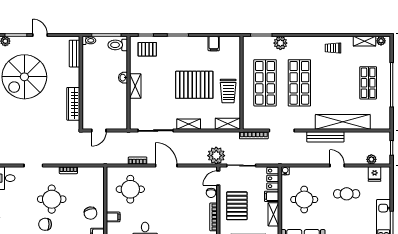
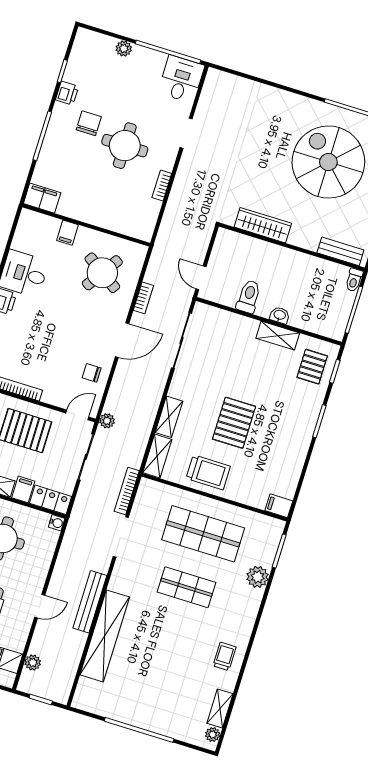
filing cabinet: (214, 44) -> (279, 506), moved
toilet: (118, 45) -> (249, 297), moved
shop shelf: (299, 83) -> (187, 587), width x0.70, depth x0.74
shop shelf: (368, 83) -> (153, 694), removed
pallet: (194, 85) -> (234, 423), width x0.73, depth x0.71
shelving: (135, 86) -> (278, 336), moved
trolley: (228, 91) -> (208, 472), turned 180
shelving: (189, 124) -> (169, 417), moved
door: (99, 131) -> (201, 278), moved
plant: (216, 156) -> (107, 421), width x0.53, depth x0.53
door: (218, 178) -> (77, 415), hinge flipped
round table: (130, 189) -> (102, 273), turned 34
chair: (211, 193) -> (92, 373), moved
chair: (90, 213) -> (84, 199), removed

